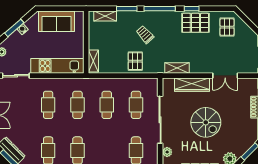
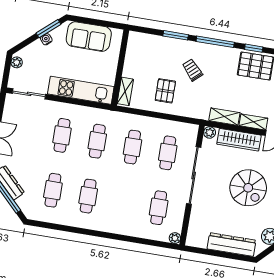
shelving: (105, 16) -> (253, 122), moved
window: (14, 28) -> (49, 29), moved
pallet: (135, 61) -> (165, 91), moved
plant: (167, 152) -> (210, 132), moved

